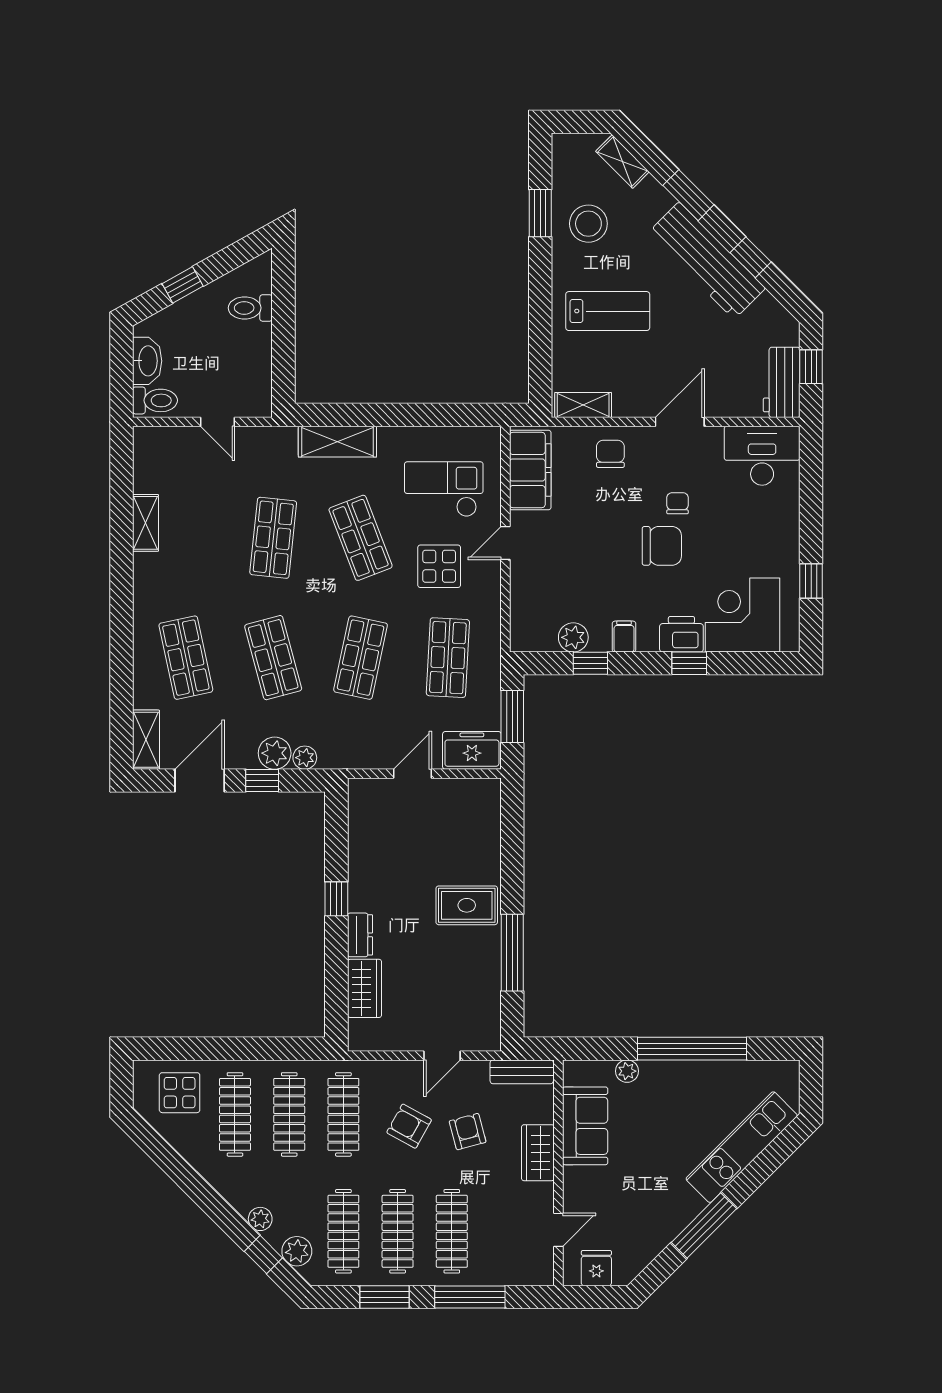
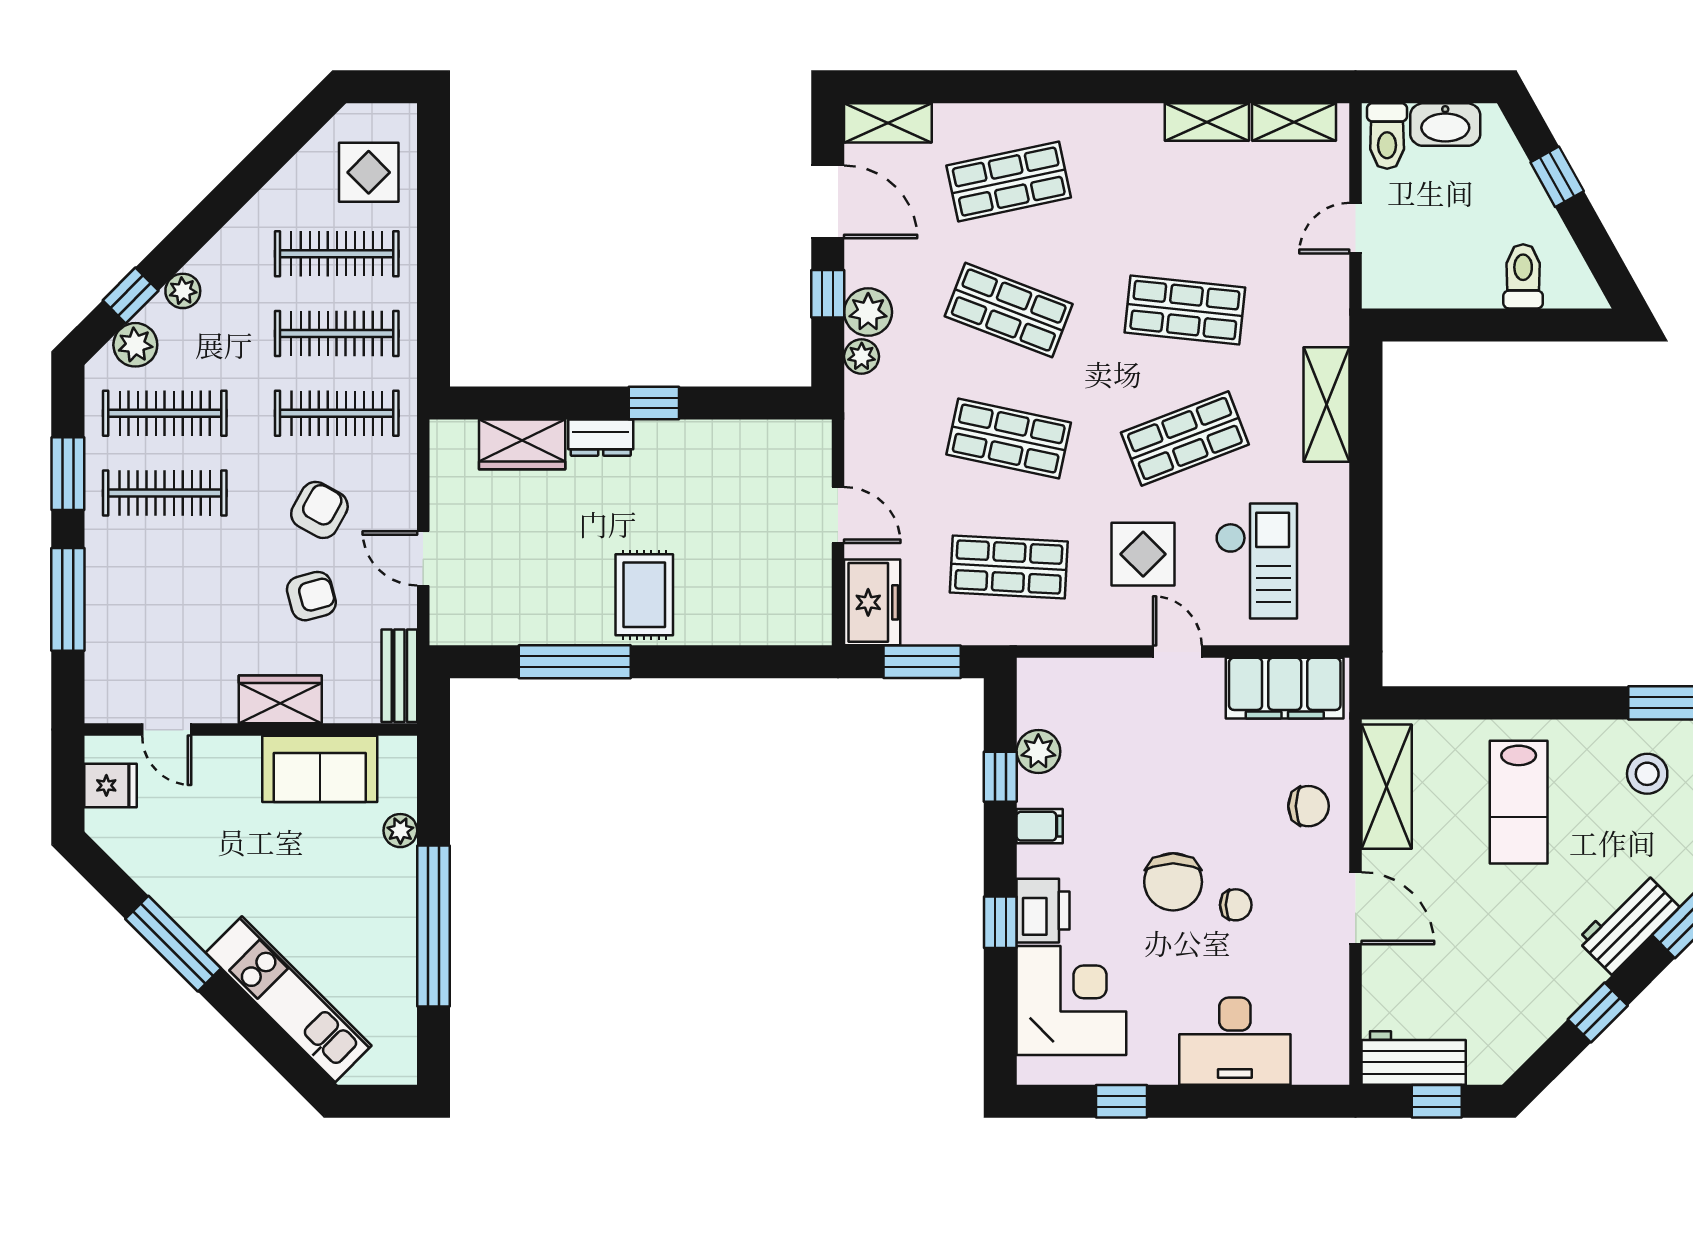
stool: (588, 224) -> (1647, 774), width x0.73, depth x0.73
workbench: (707, 261) -> (1628, 923), width x0.53, depth x0.76
shelving: (583, 405) -> (1387, 787), width x1.50, depth x1.33
desk: (762, 456) -> (1235, 1041), moved, turned 90
shelving: (145, 464) -> (1294, 122), added
shop shelf: (273, 658) -> (1009, 310), turned 36
clothes rail: (452, 1231) -> (165, 573), removed

